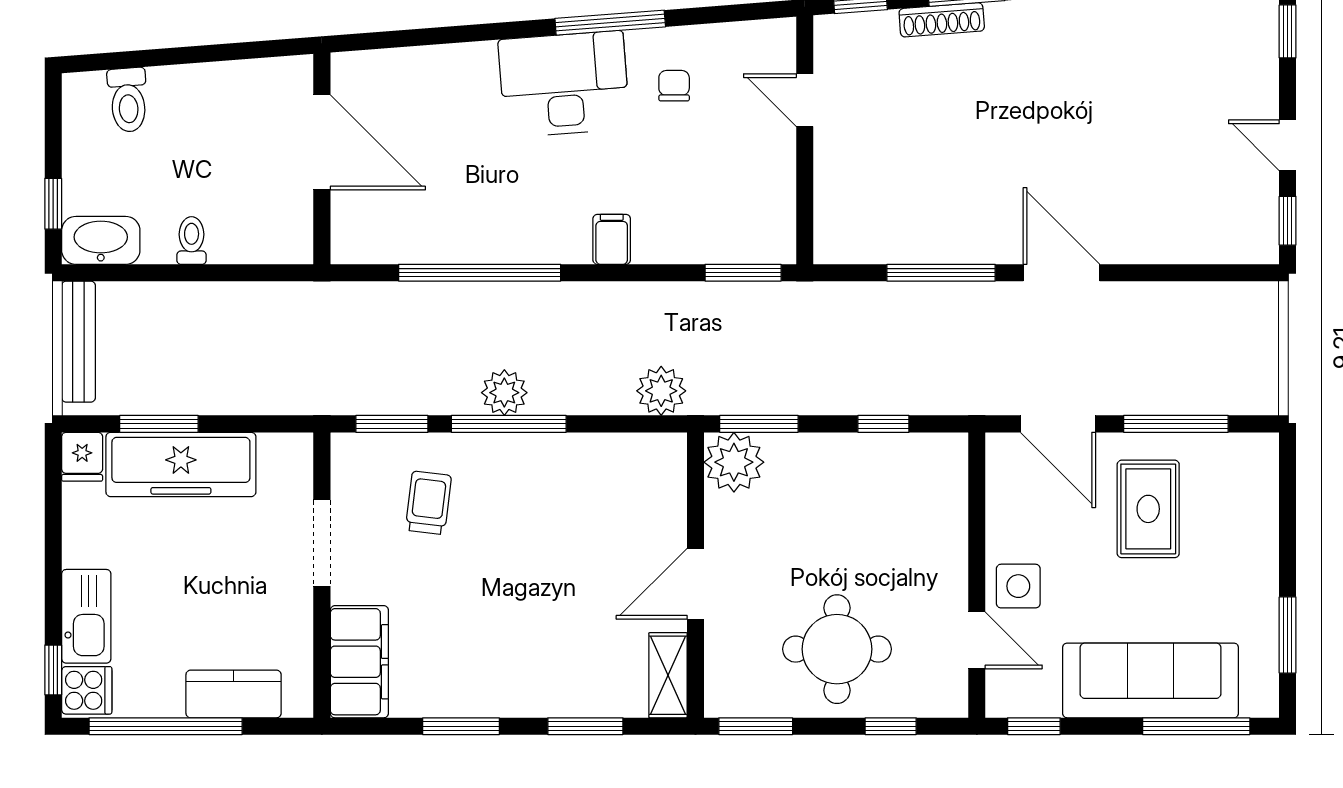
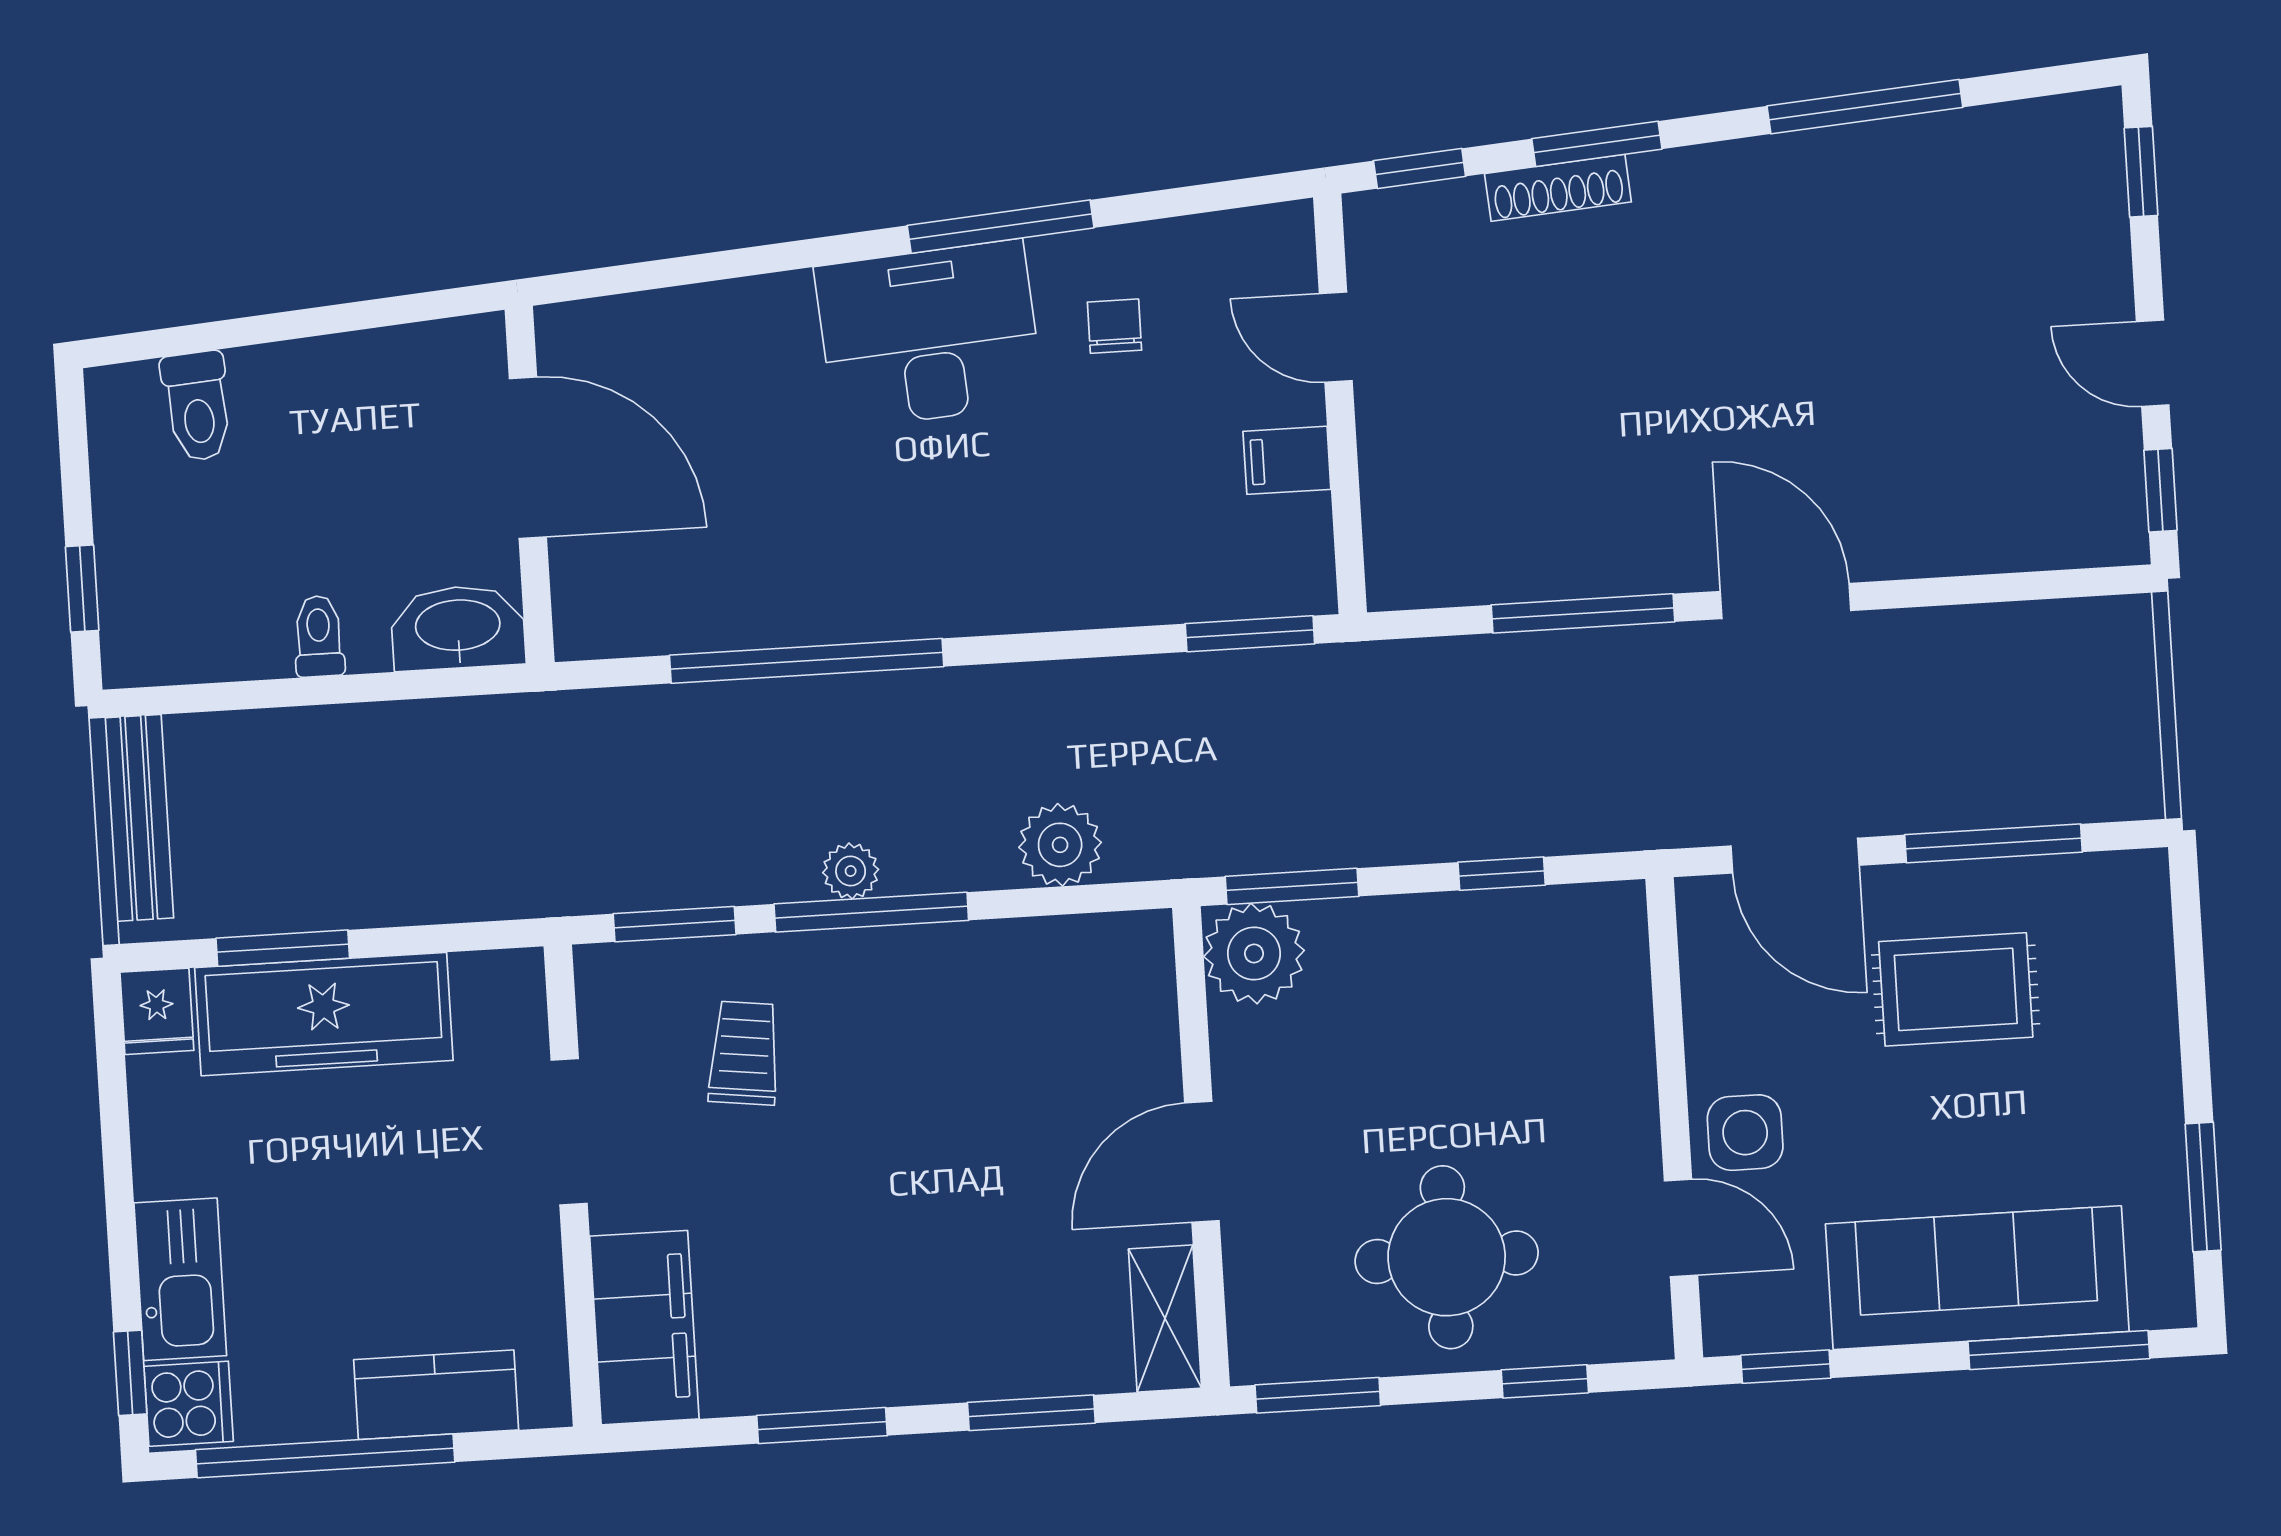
filing cabinet: (612, 239) -> (1287, 460), moved, turned -90
washbasin: (101, 240) -> (458, 628), moved
plant: (661, 391) -> (1060, 845), moved
plant: (504, 393) -> (851, 871), width x0.73, depth x0.73
rug: (1148, 509) -> (1956, 989), turned 90

